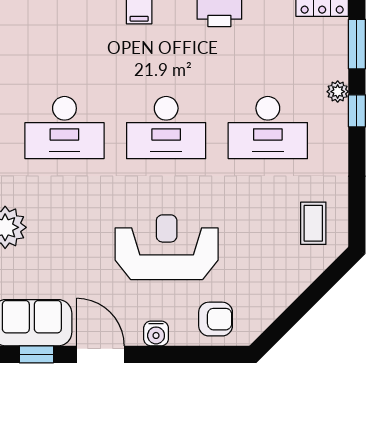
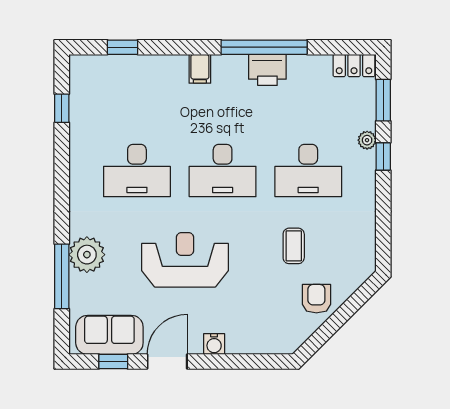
coffee table: (313, 223) -> (294, 246), moved
reception desk: (167, 247) -> (185, 260), moved
armchair: (216, 319) -> (316, 299), moved, turned -90
door: (100, 354) -> (167, 362), hinge flipped

